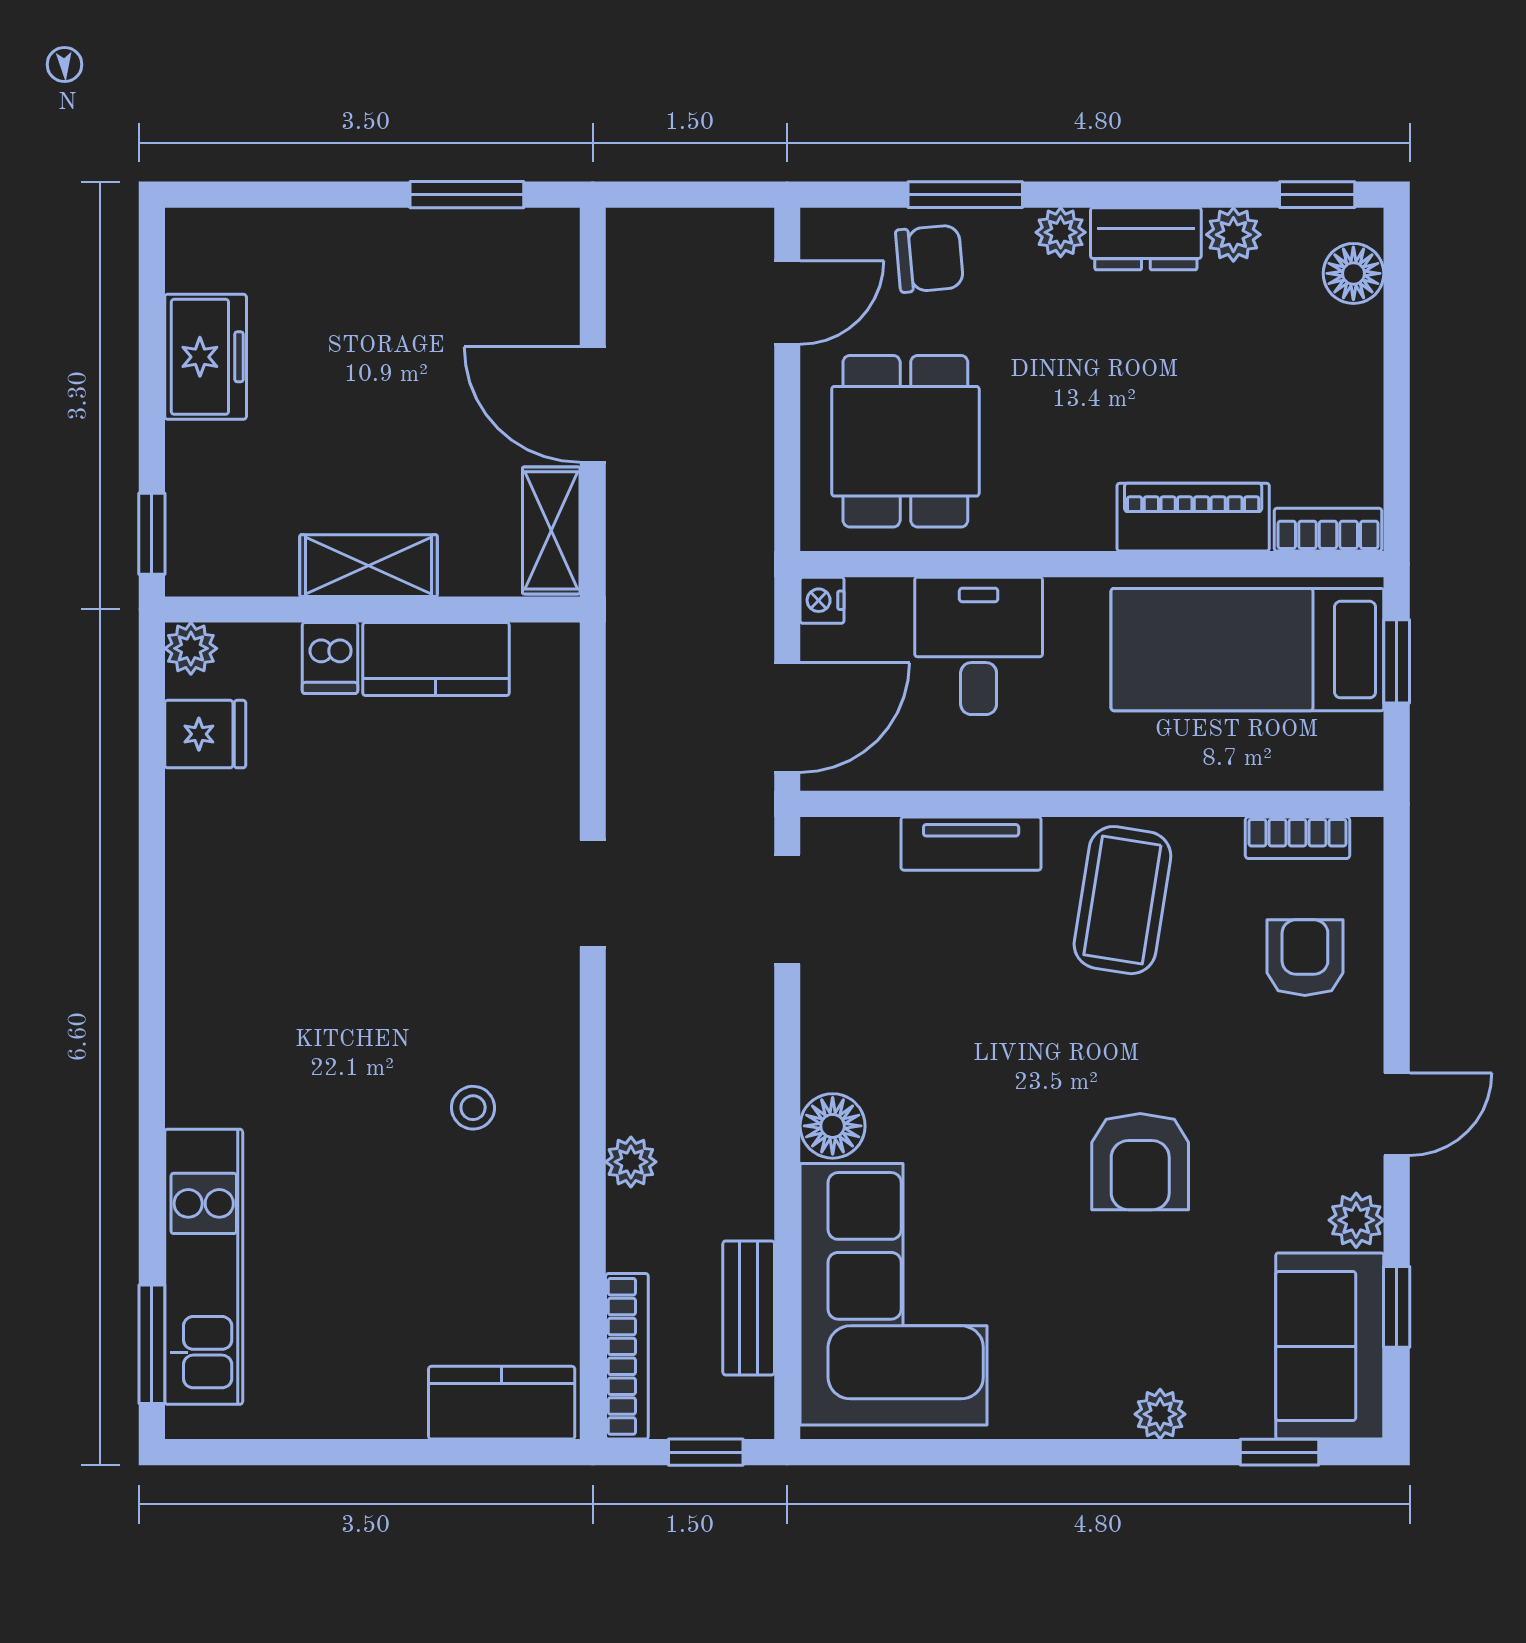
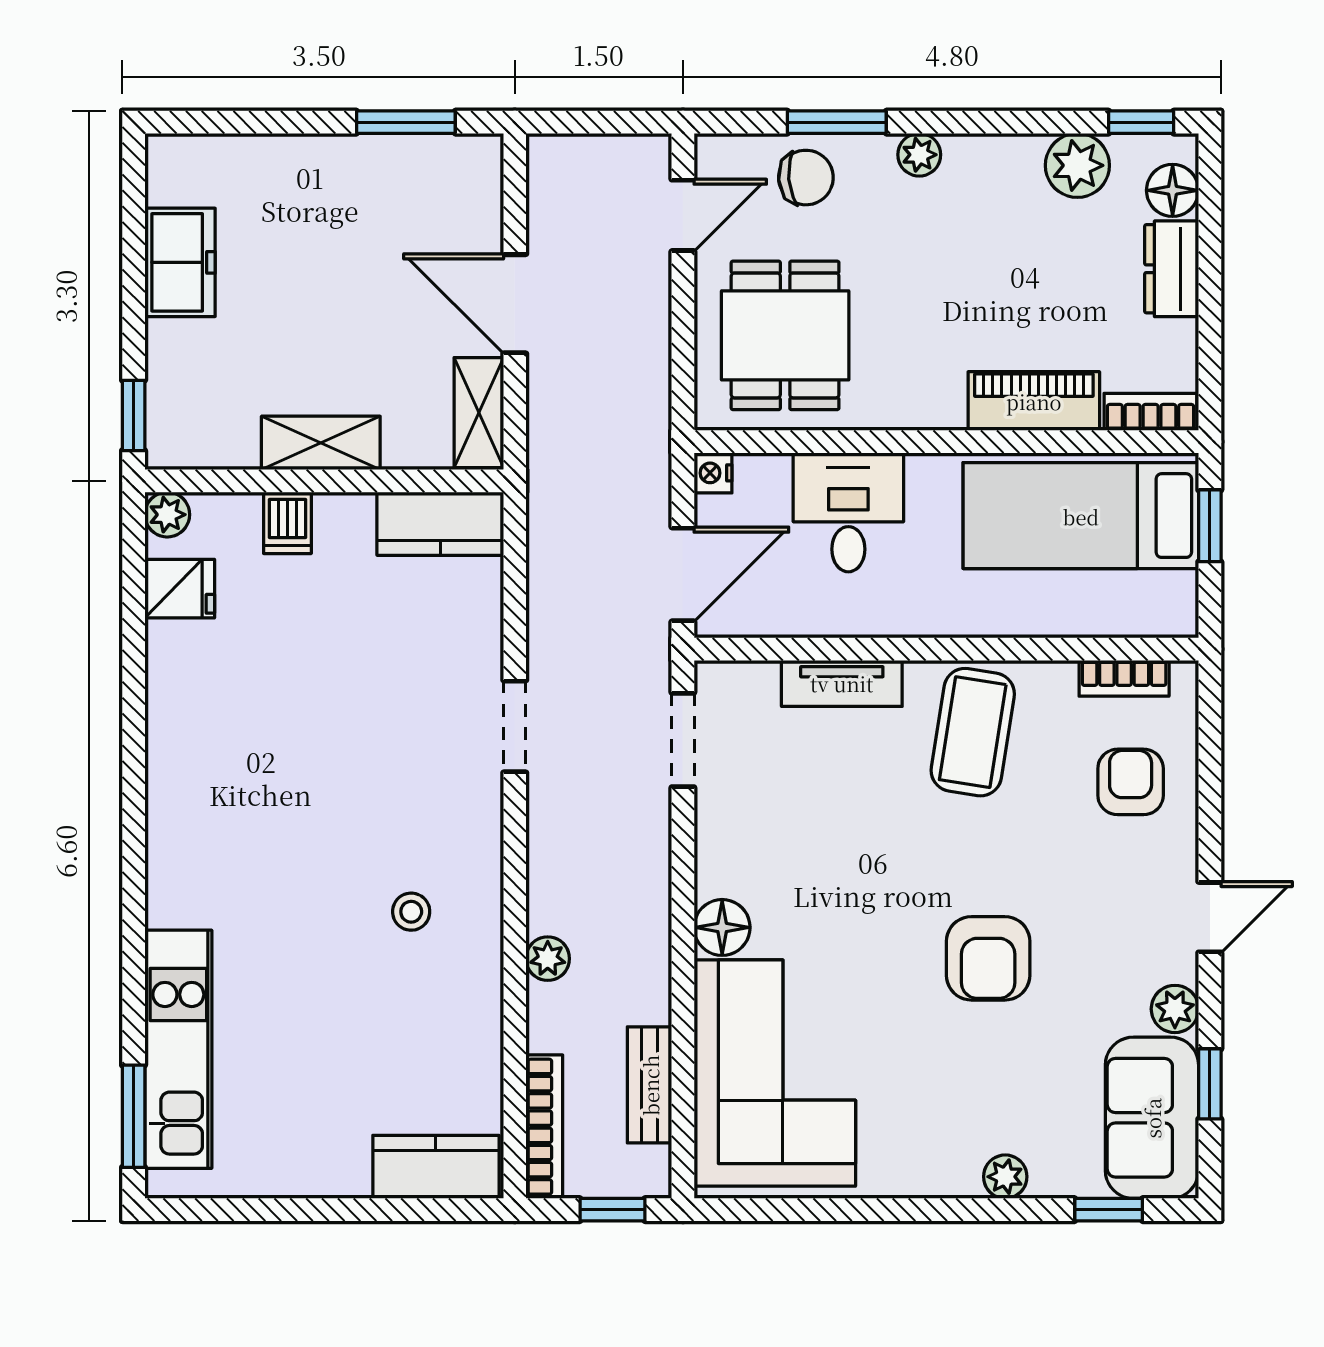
plant: (1233, 235) -> (1077, 165), width x1.38, depth x1.38
dresser: (1146, 239) -> (1172, 269), moved, turned 90
kitchen counter: (436, 659) -> (440, 524), moved

